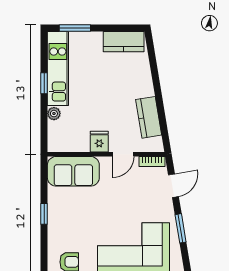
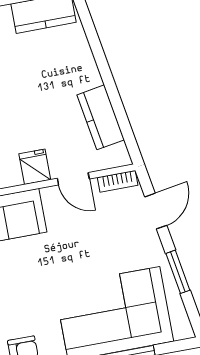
door: (123, 154) -> (73, 179), hinge flipped

